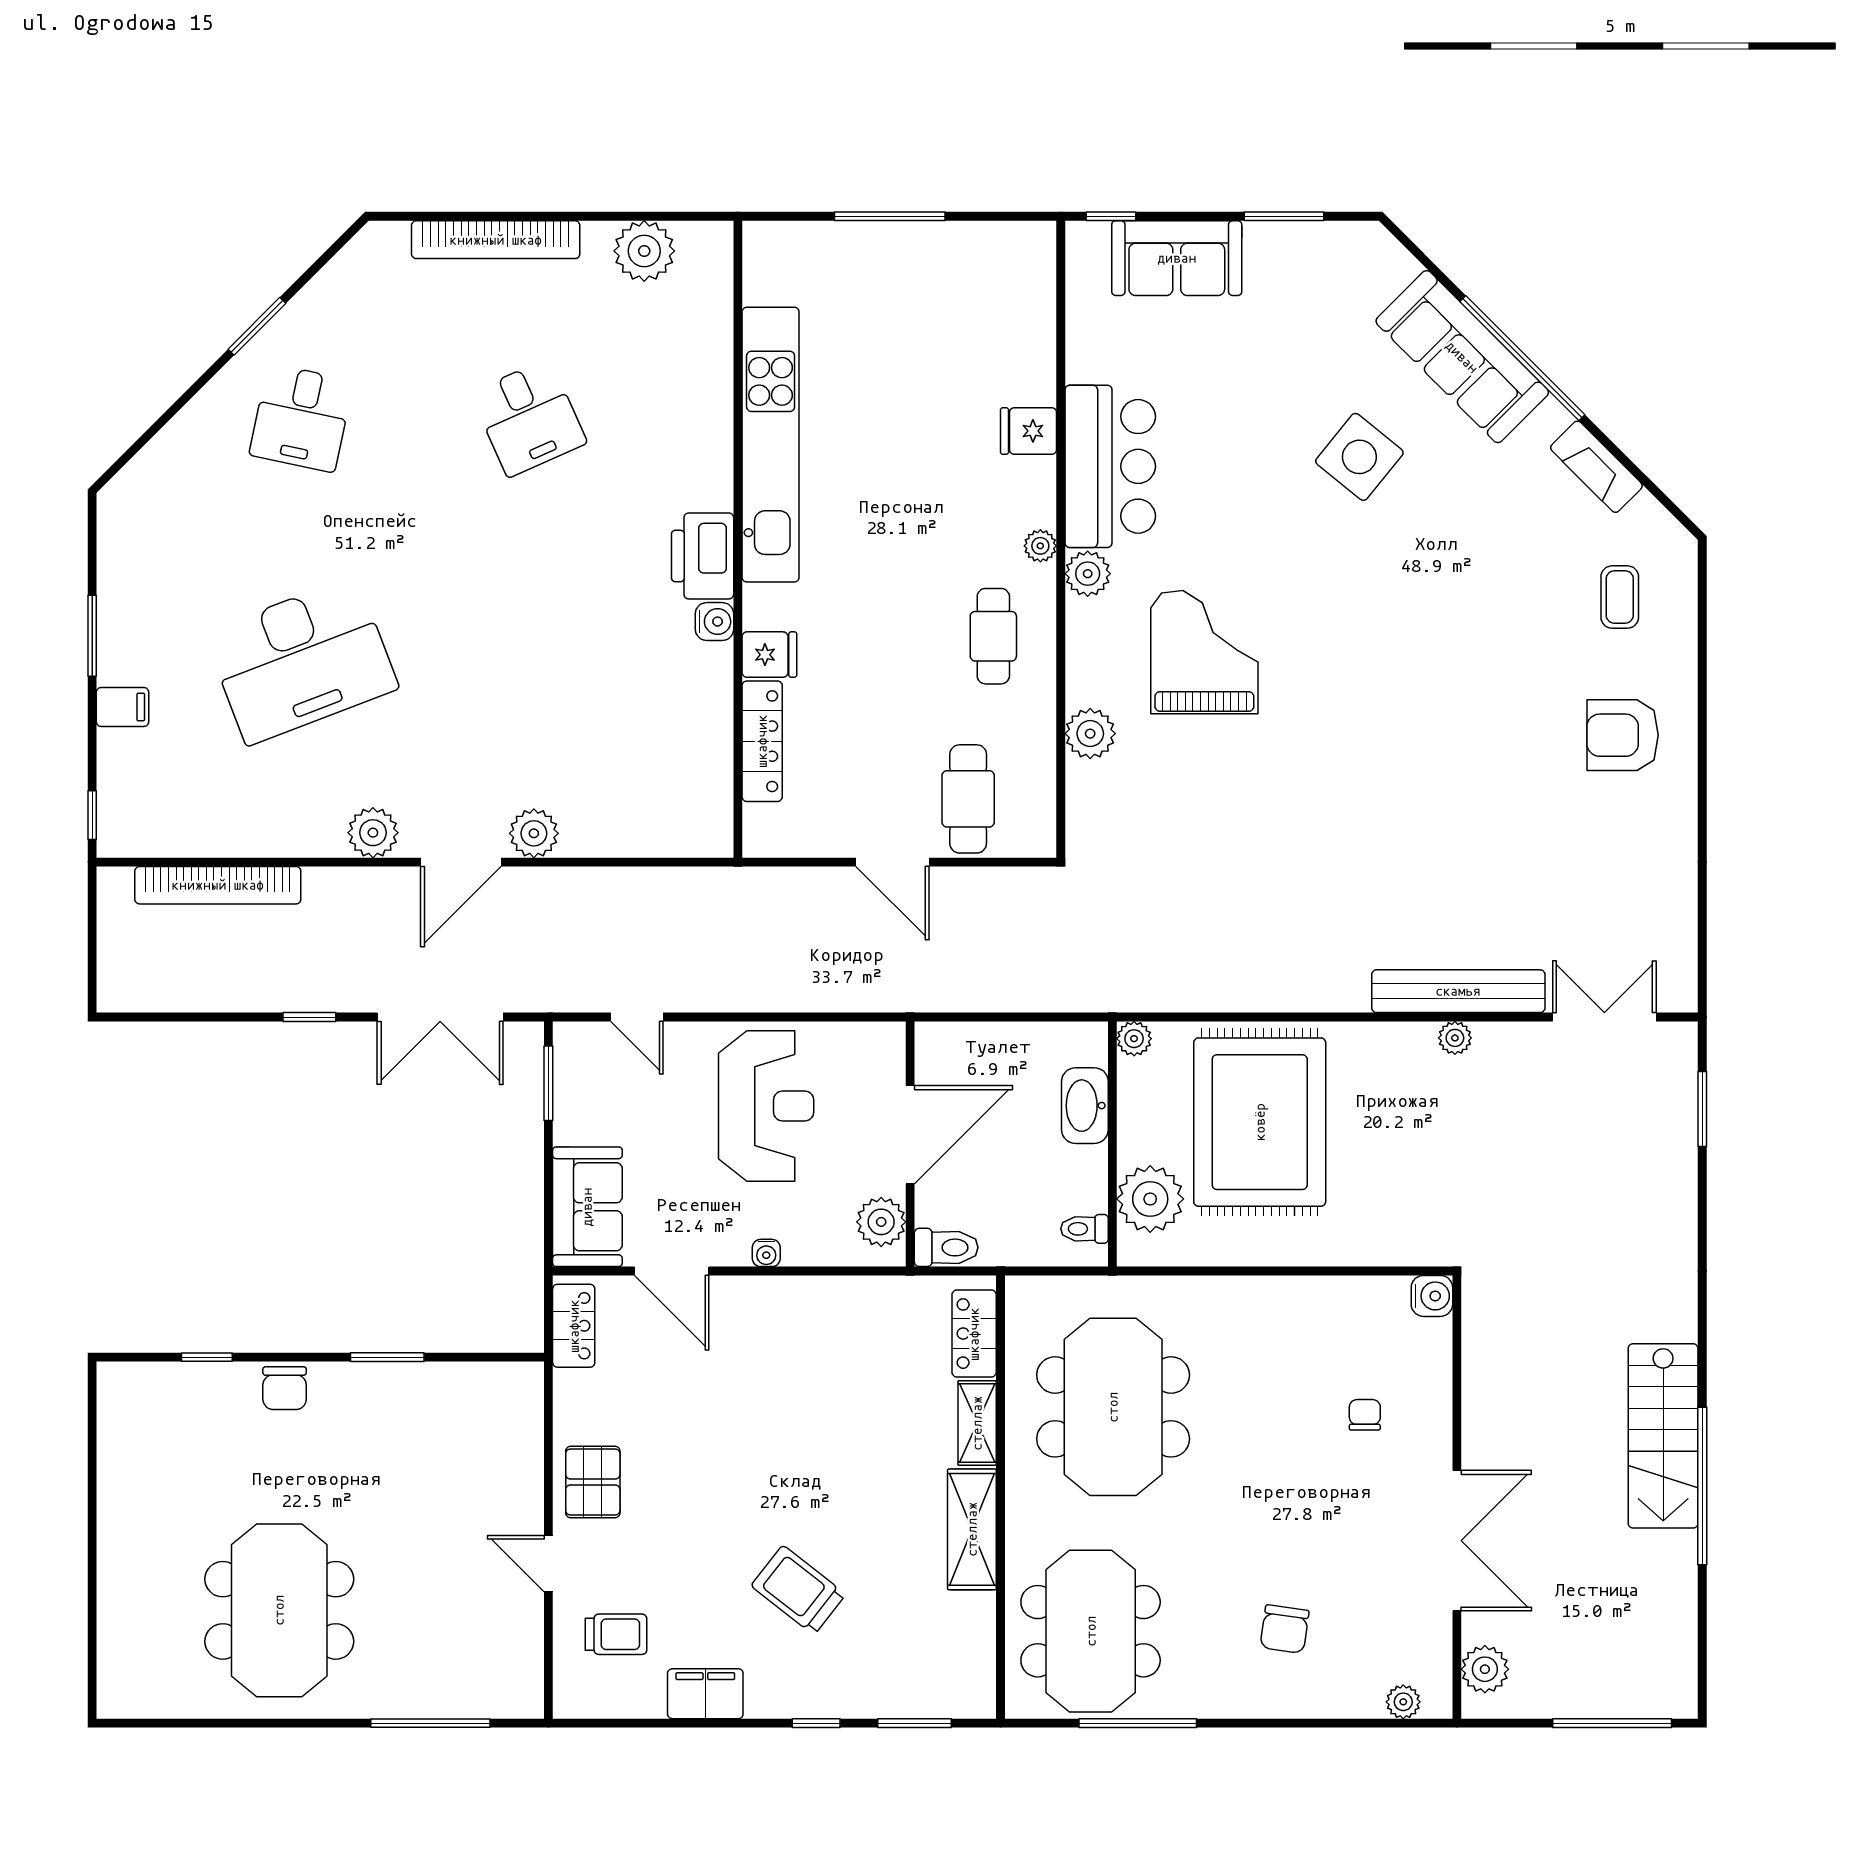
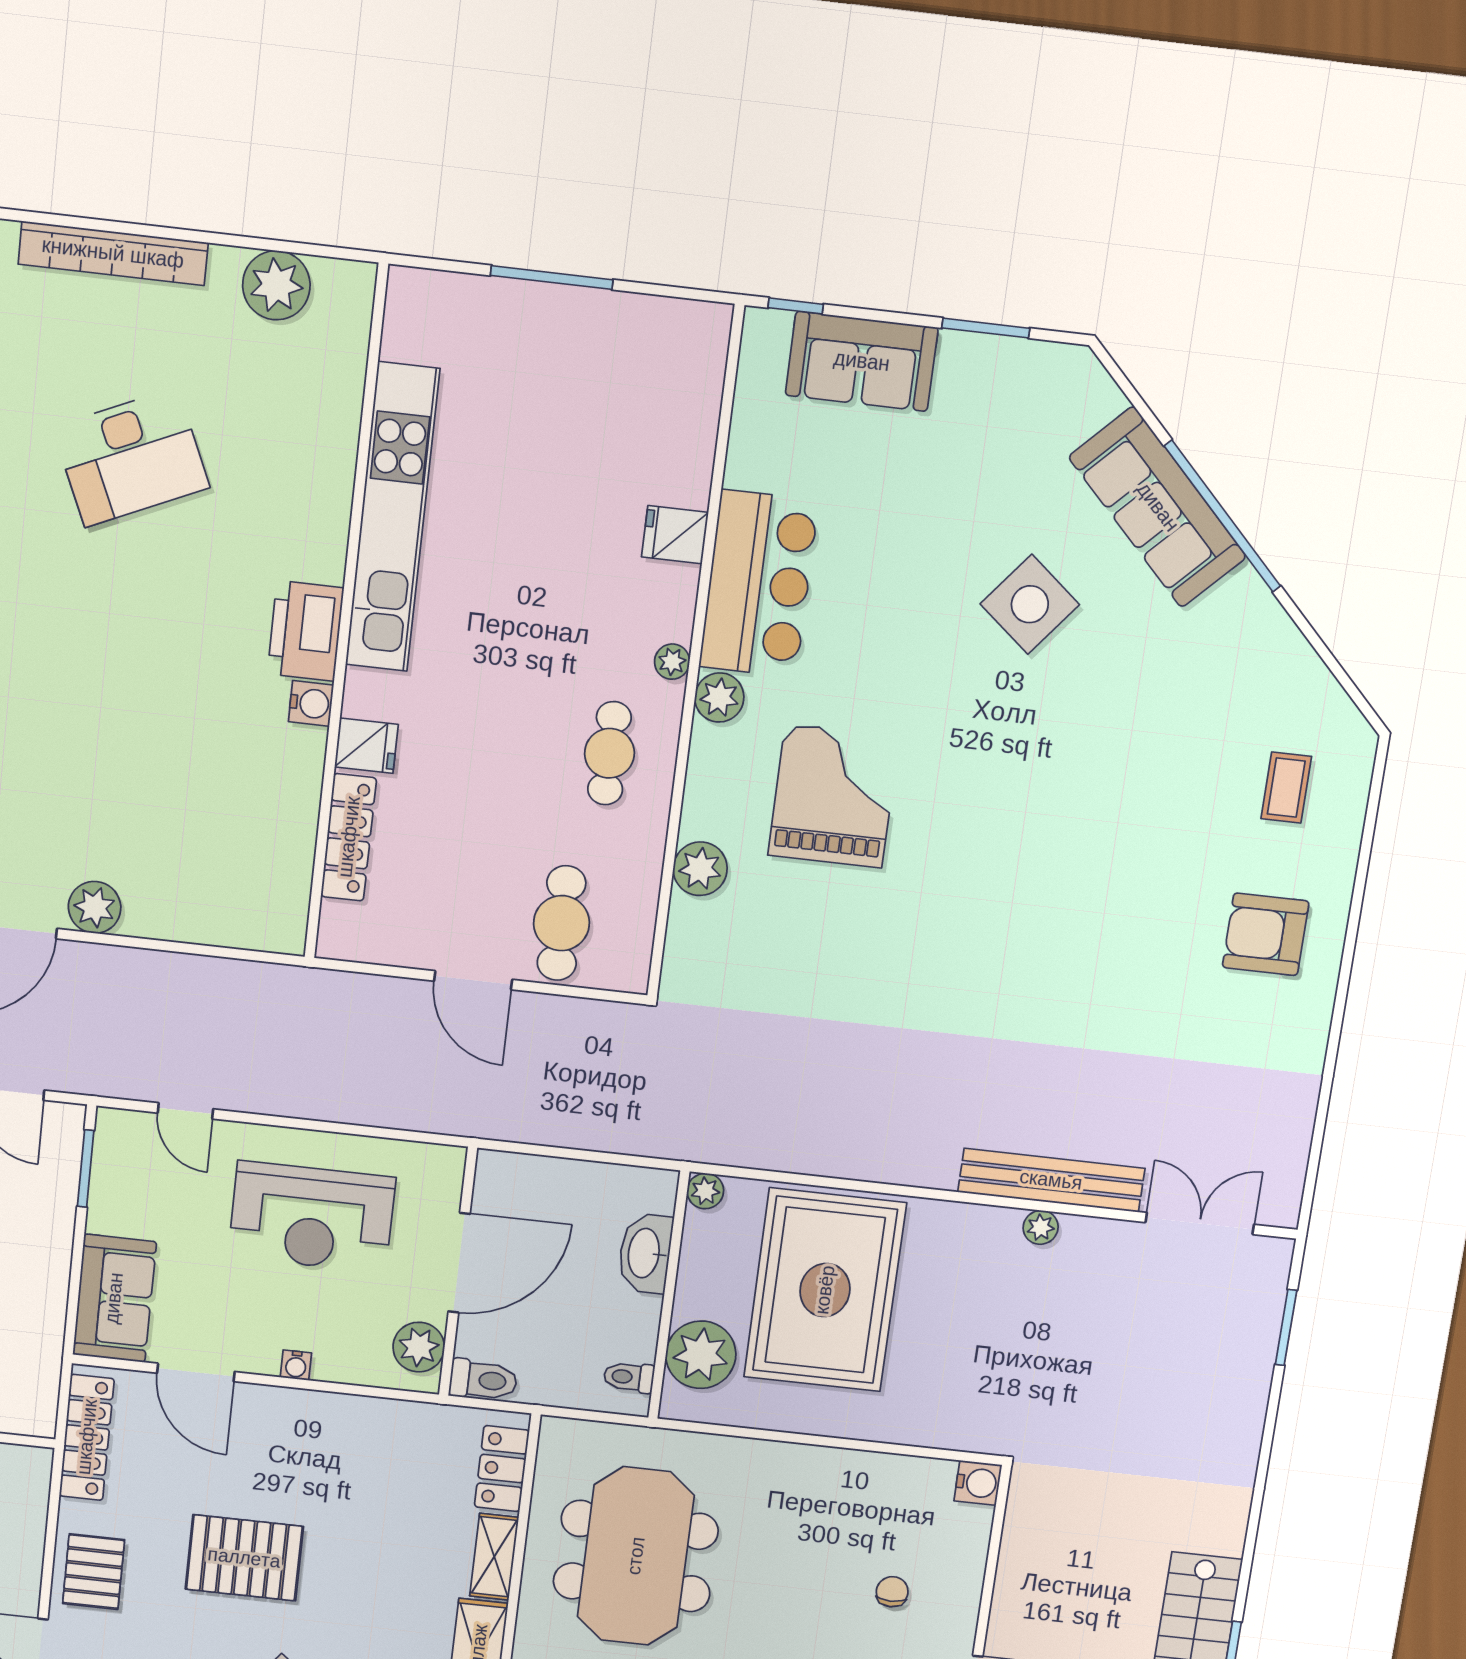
desk: (529, 418) -> (131, 457), width x1.37
fireplace: (1596, 467) -> (1284, 644), removed
reception desk: (766, 1106) -> (312, 1217), turned 90
locker: (574, 1326) -> (87, 1437), width x1.53
pallet: (737, 1451) -> (244, 1558), added

